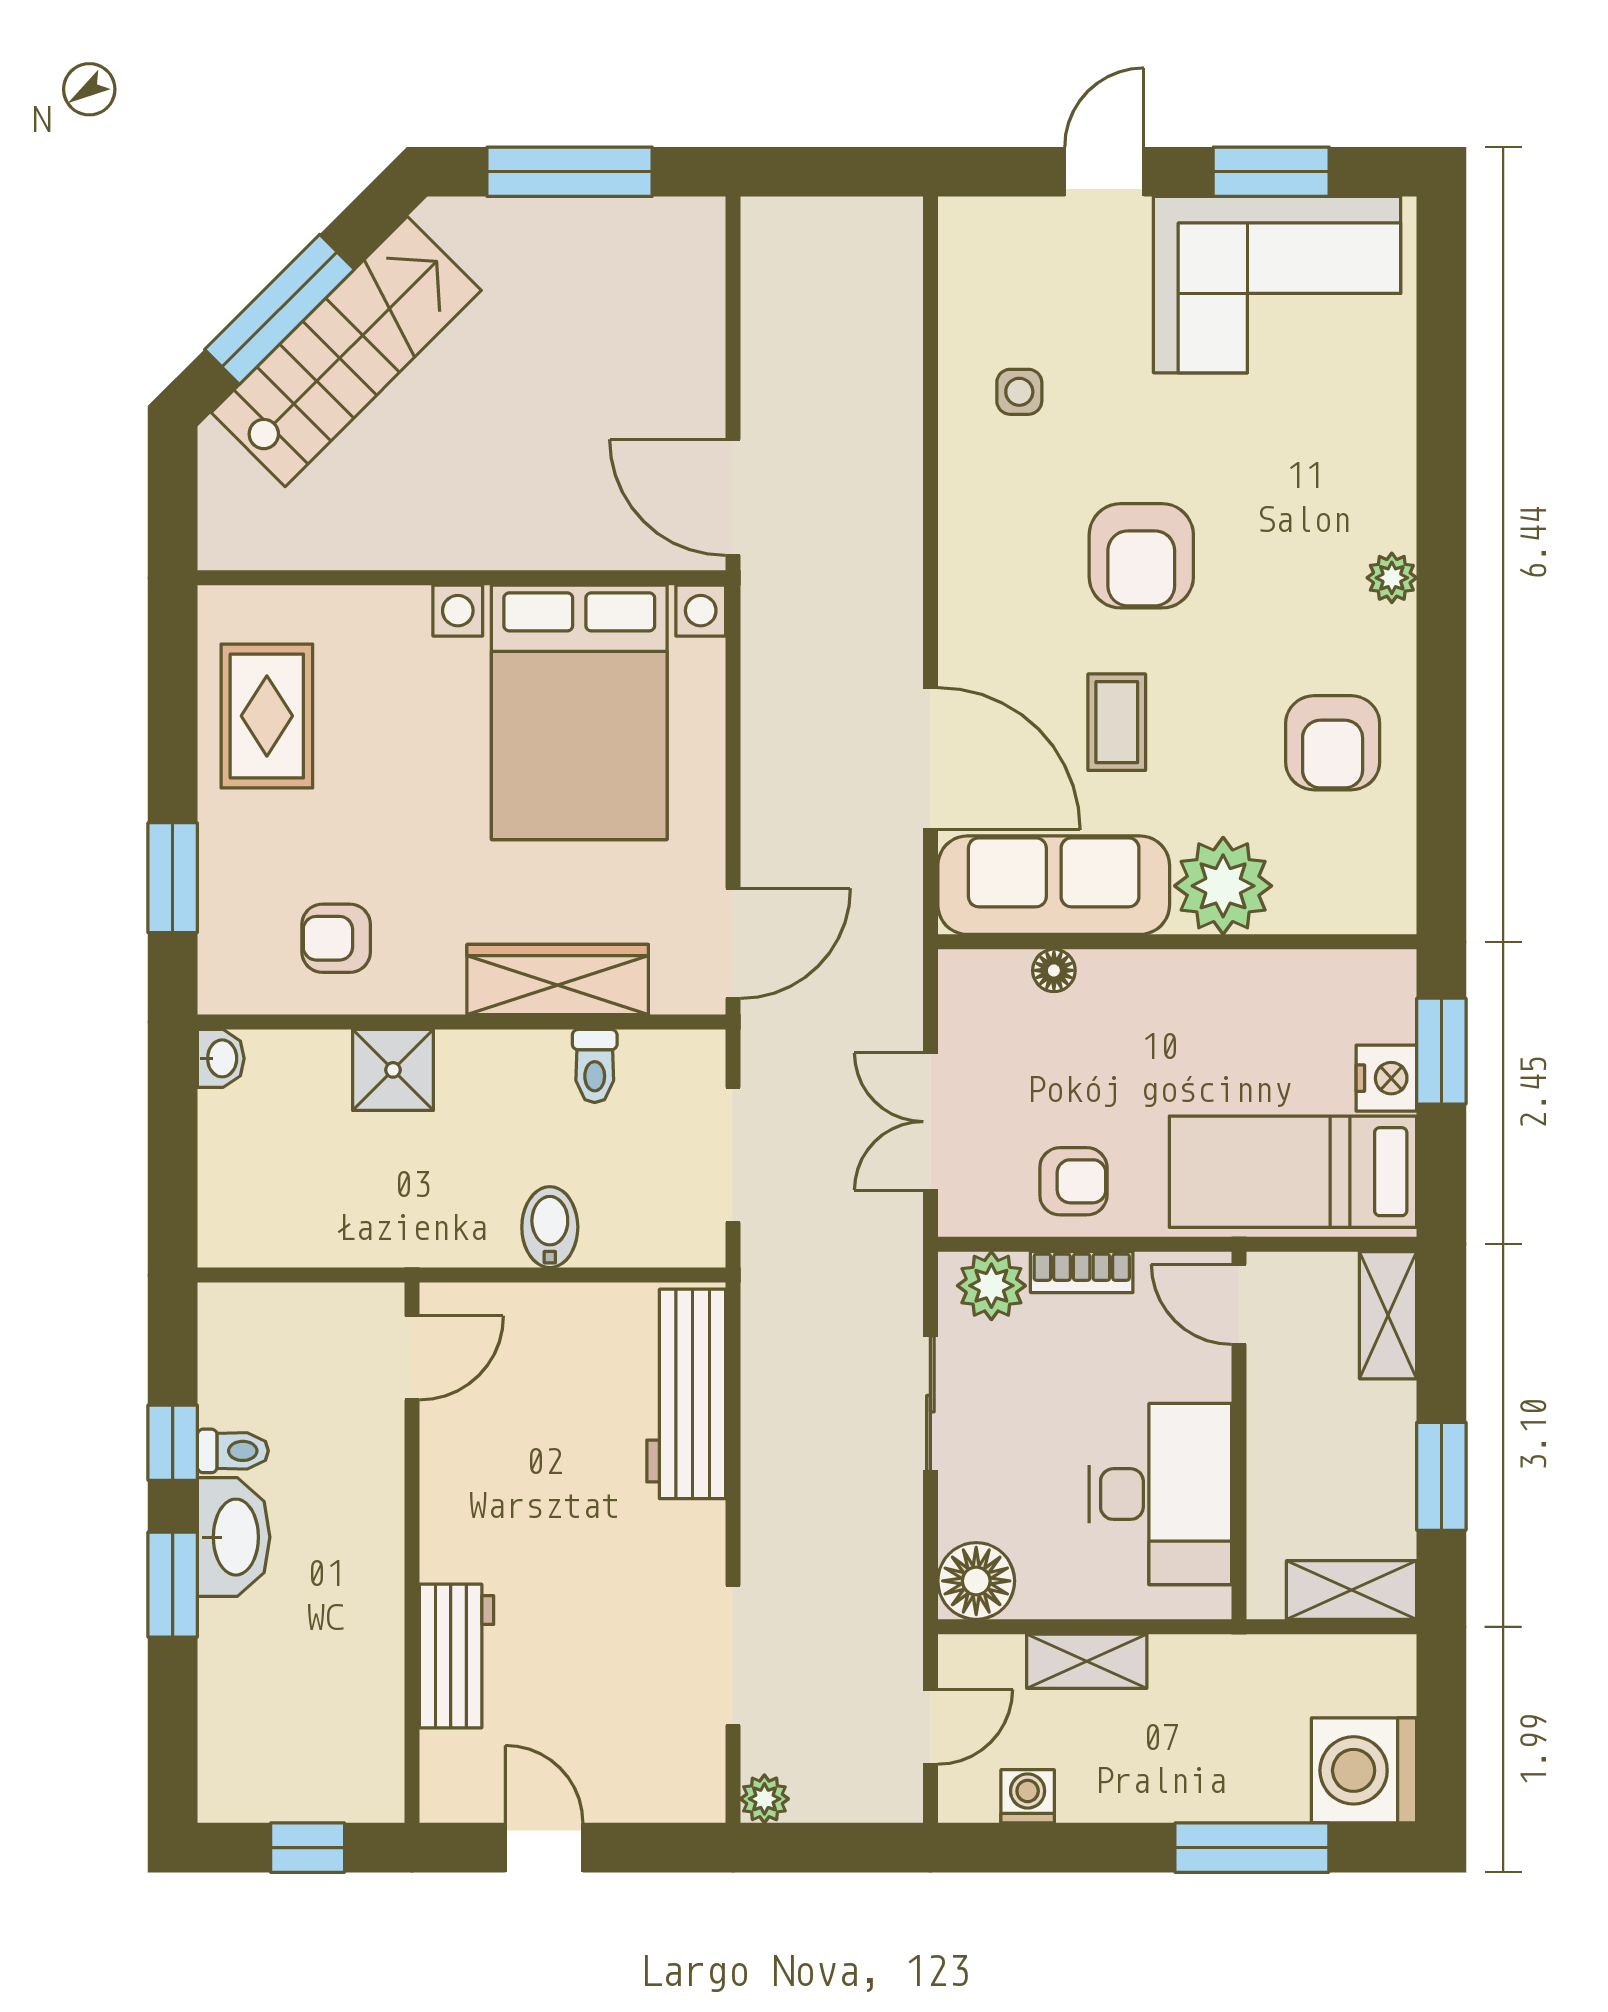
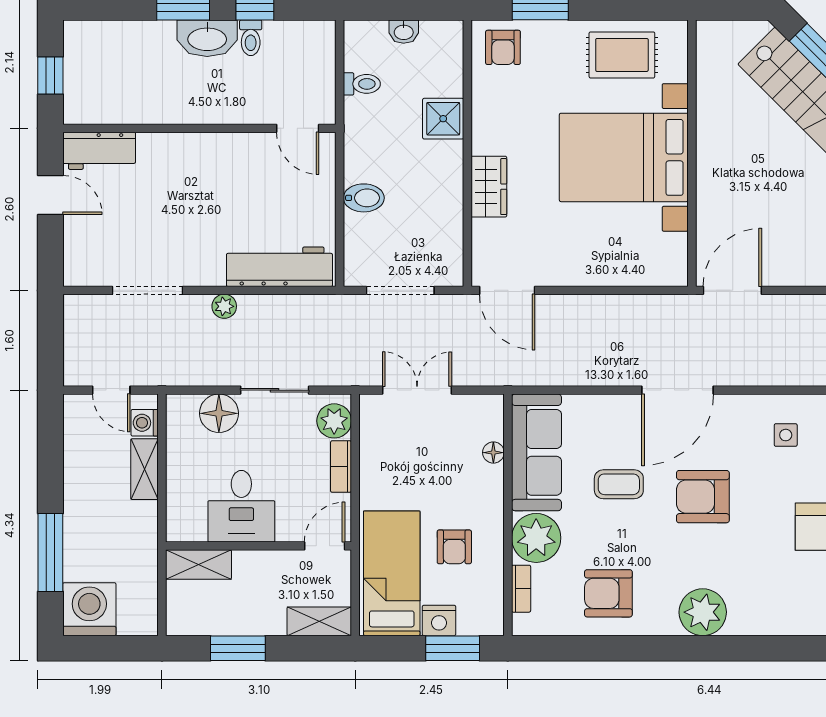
plant: (1392, 578) -> (703, 612), width x1.88, depth x1.88
bed with nightstands: (579, 712) -> (624, 157), moved
door: (930, 759) -> (677, 390), moved
bookcase: (1323, 916) -> (521, 589), added
armchair: (336, 938) -> (503, 47), moved, turned 180
wardrobe: (558, 980) -> (489, 187), width x0.67
washbasin: (221, 1058) -> (404, 32), moved
toilet: (595, 1066) -> (362, 84), moved, turned 180
armchair: (1073, 1181) -> (454, 547), moved
desk: (1160, 1494) -> (241, 506), width x0.73
floor lamp: (976, 1581) -> (219, 413), moved
shelving: (1352, 1590) -> (199, 565), moved, turned 90
workbench: (457, 1656) -> (99, 151), moved
washing machine: (1028, 1796) -> (145, 423), moved, turned 180
plant: (764, 1799) -> (224, 306), moved
door: (544, 1848) -> (50, 195), hinge flipped

